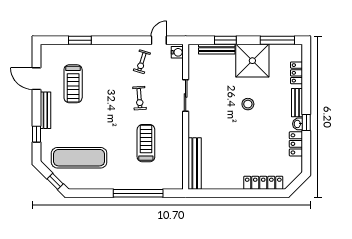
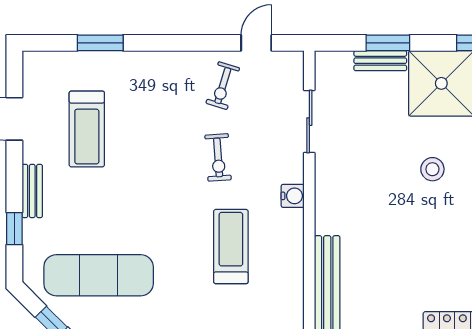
bench: (217, 49) -> (380, 61), width x0.73
water cooler: (177, 52) -> (293, 196), moved
sliding door: (186, 95) -> (309, 122), moved
bench: (45, 110) -> (32, 191), width x0.73

